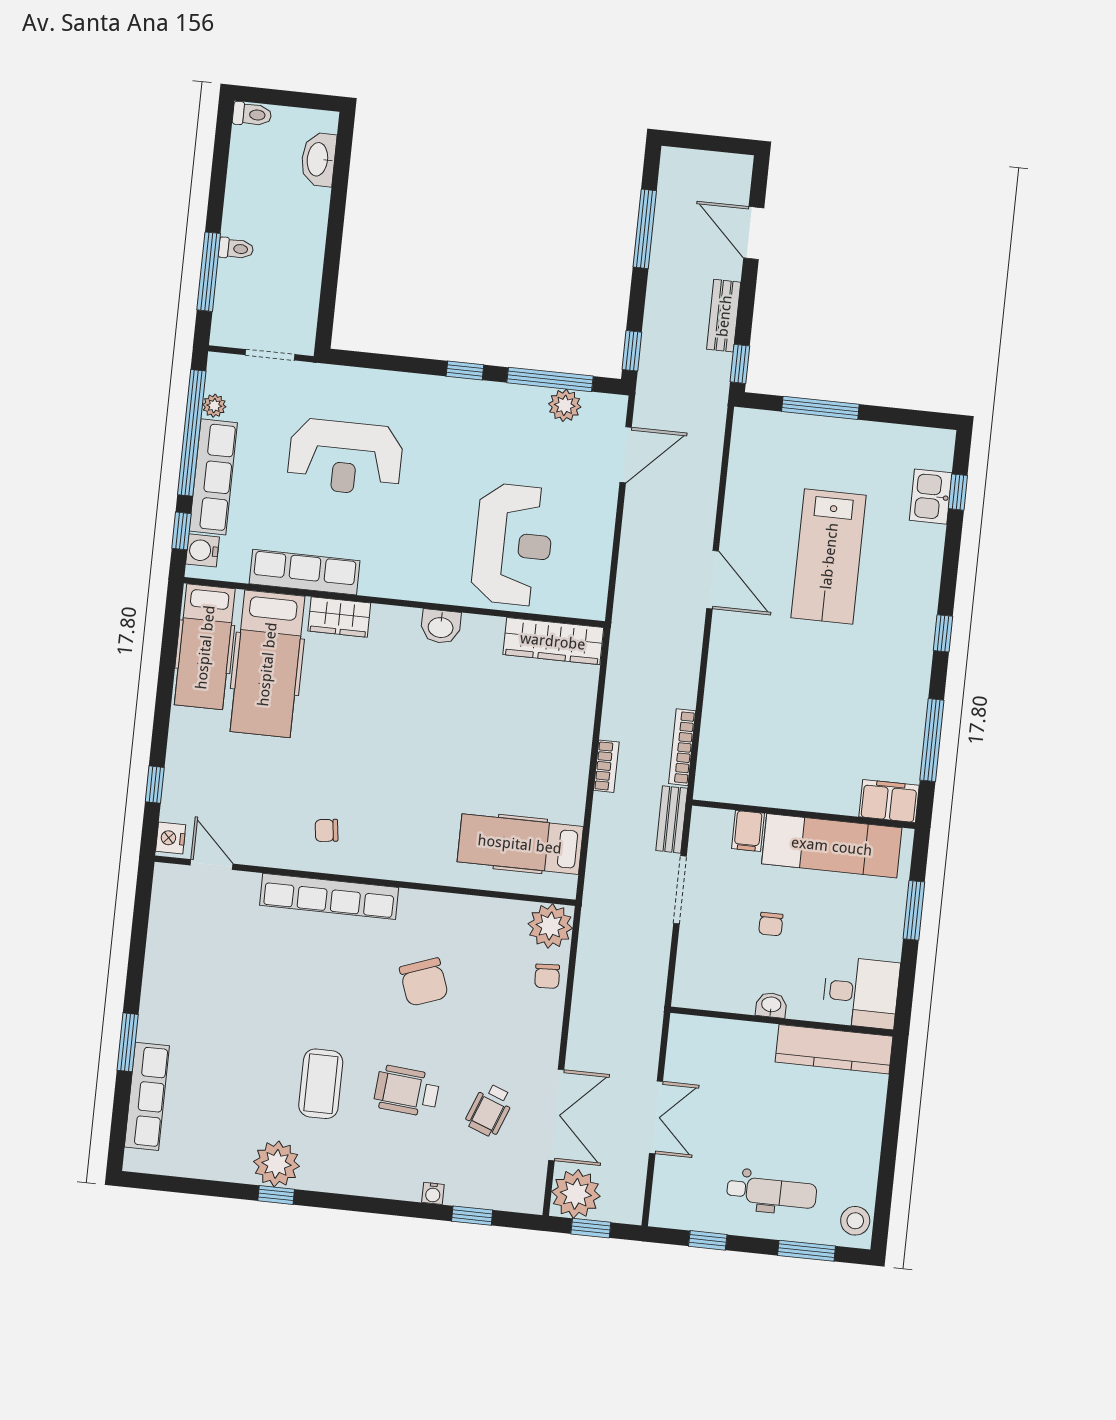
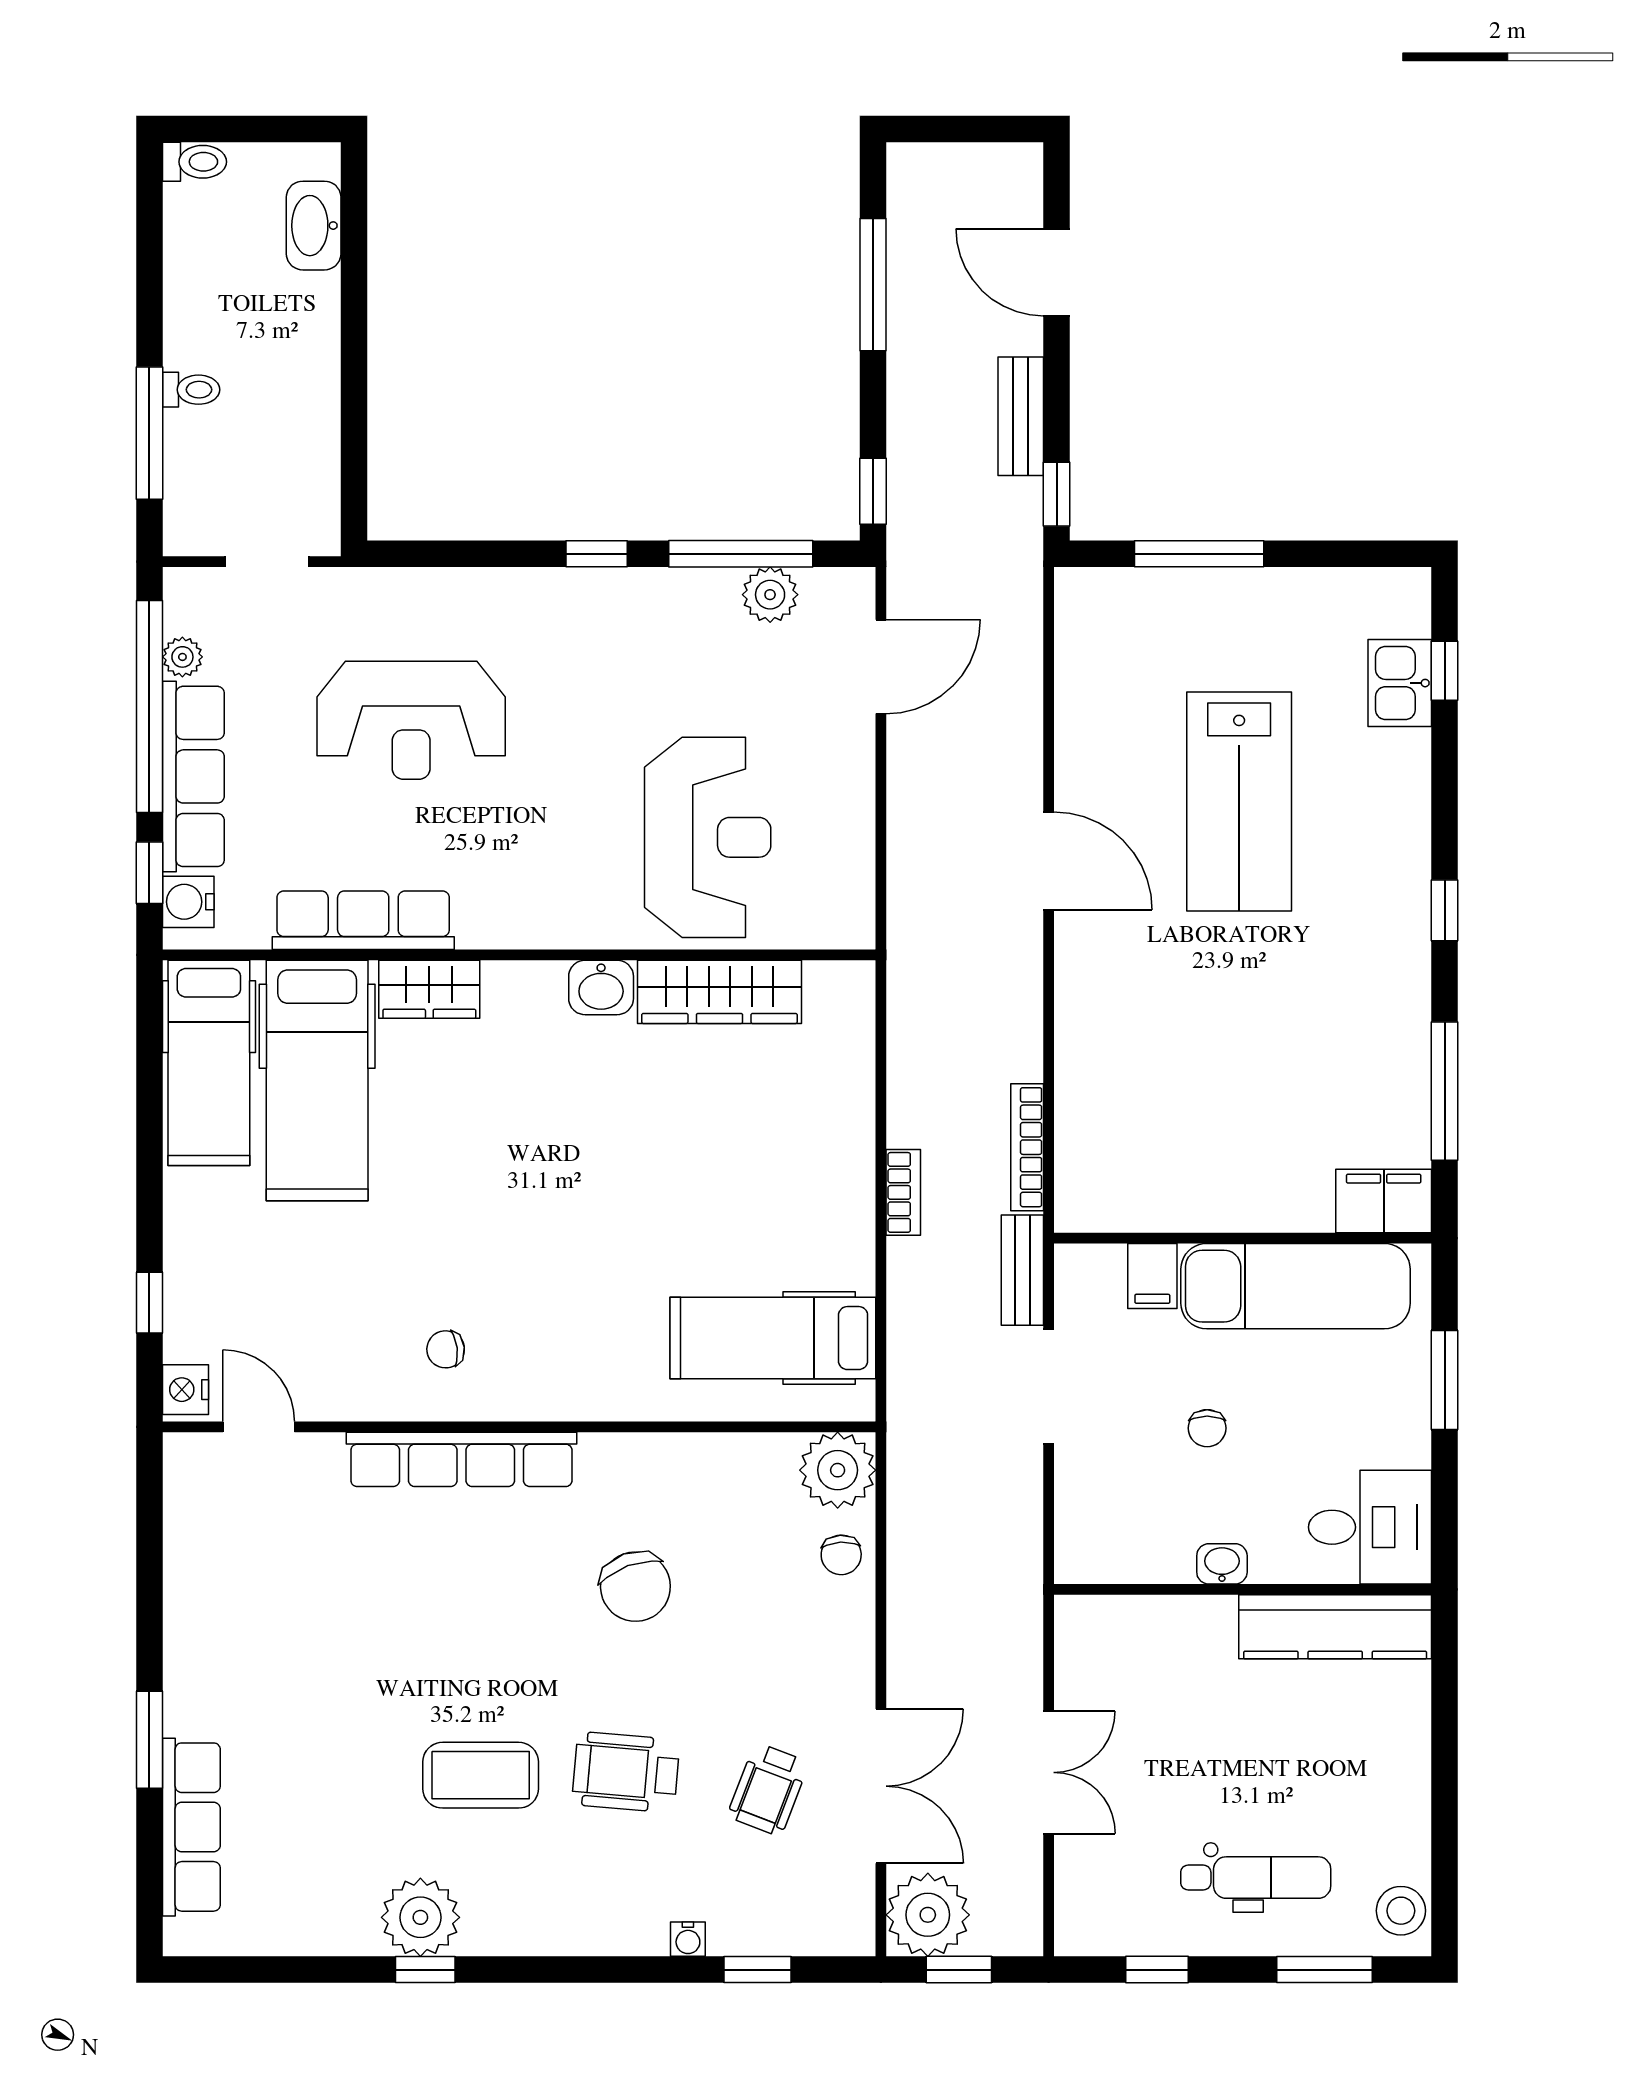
wardrobe: (553, 641) -> (719, 992), moved
coffee table: (321, 1084) -> (481, 1775), turned 90

